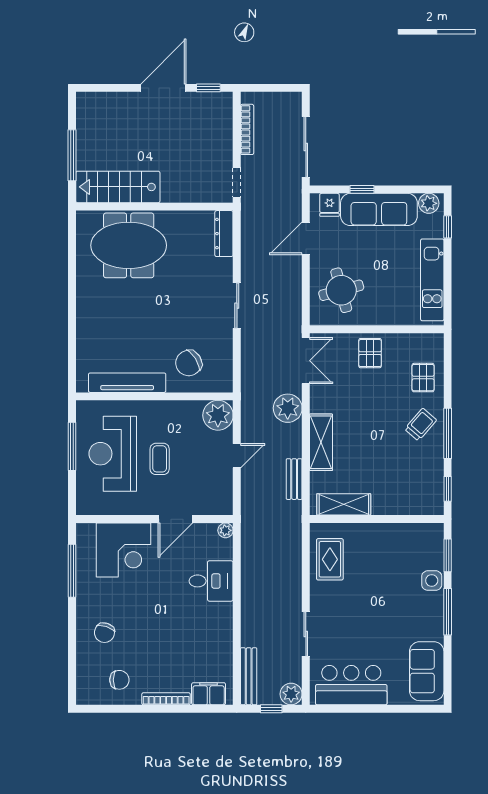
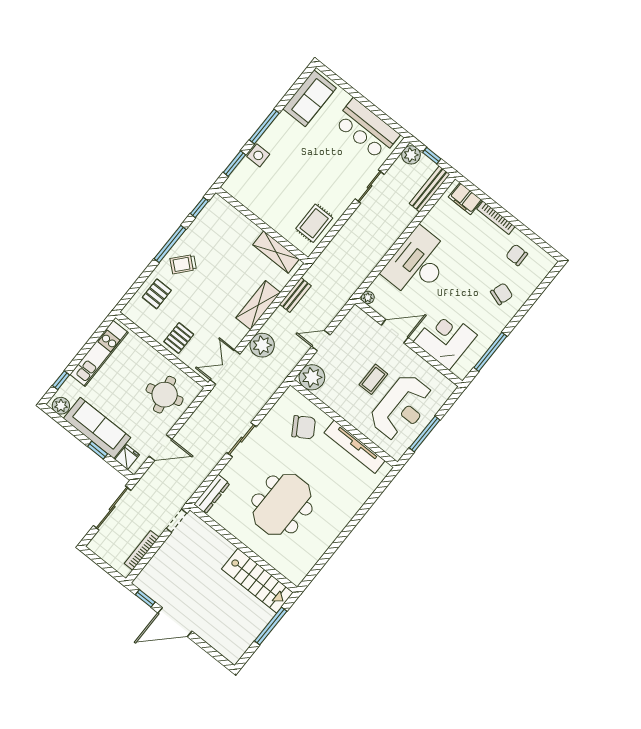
meeting table: (129, 245) -> (282, 504), moved, turned 90
desk: (211, 581) -> (418, 263), width x1.87, depth x1.30

